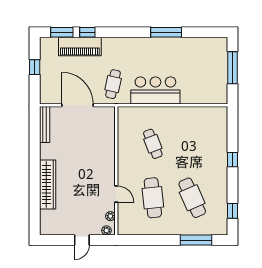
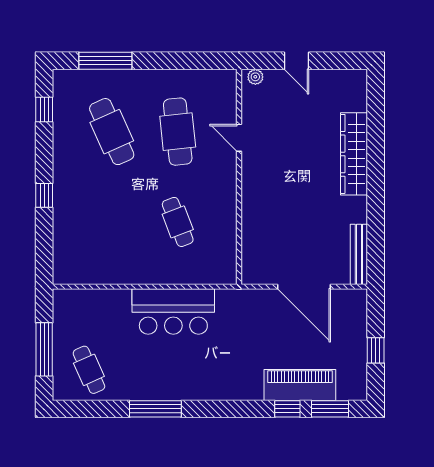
cafe table: (113, 84) -> (89, 370), moved, turned -36
plant: (110, 216) -> (249, 101), removed
door: (82, 240) -> (297, 61), swing flipped

